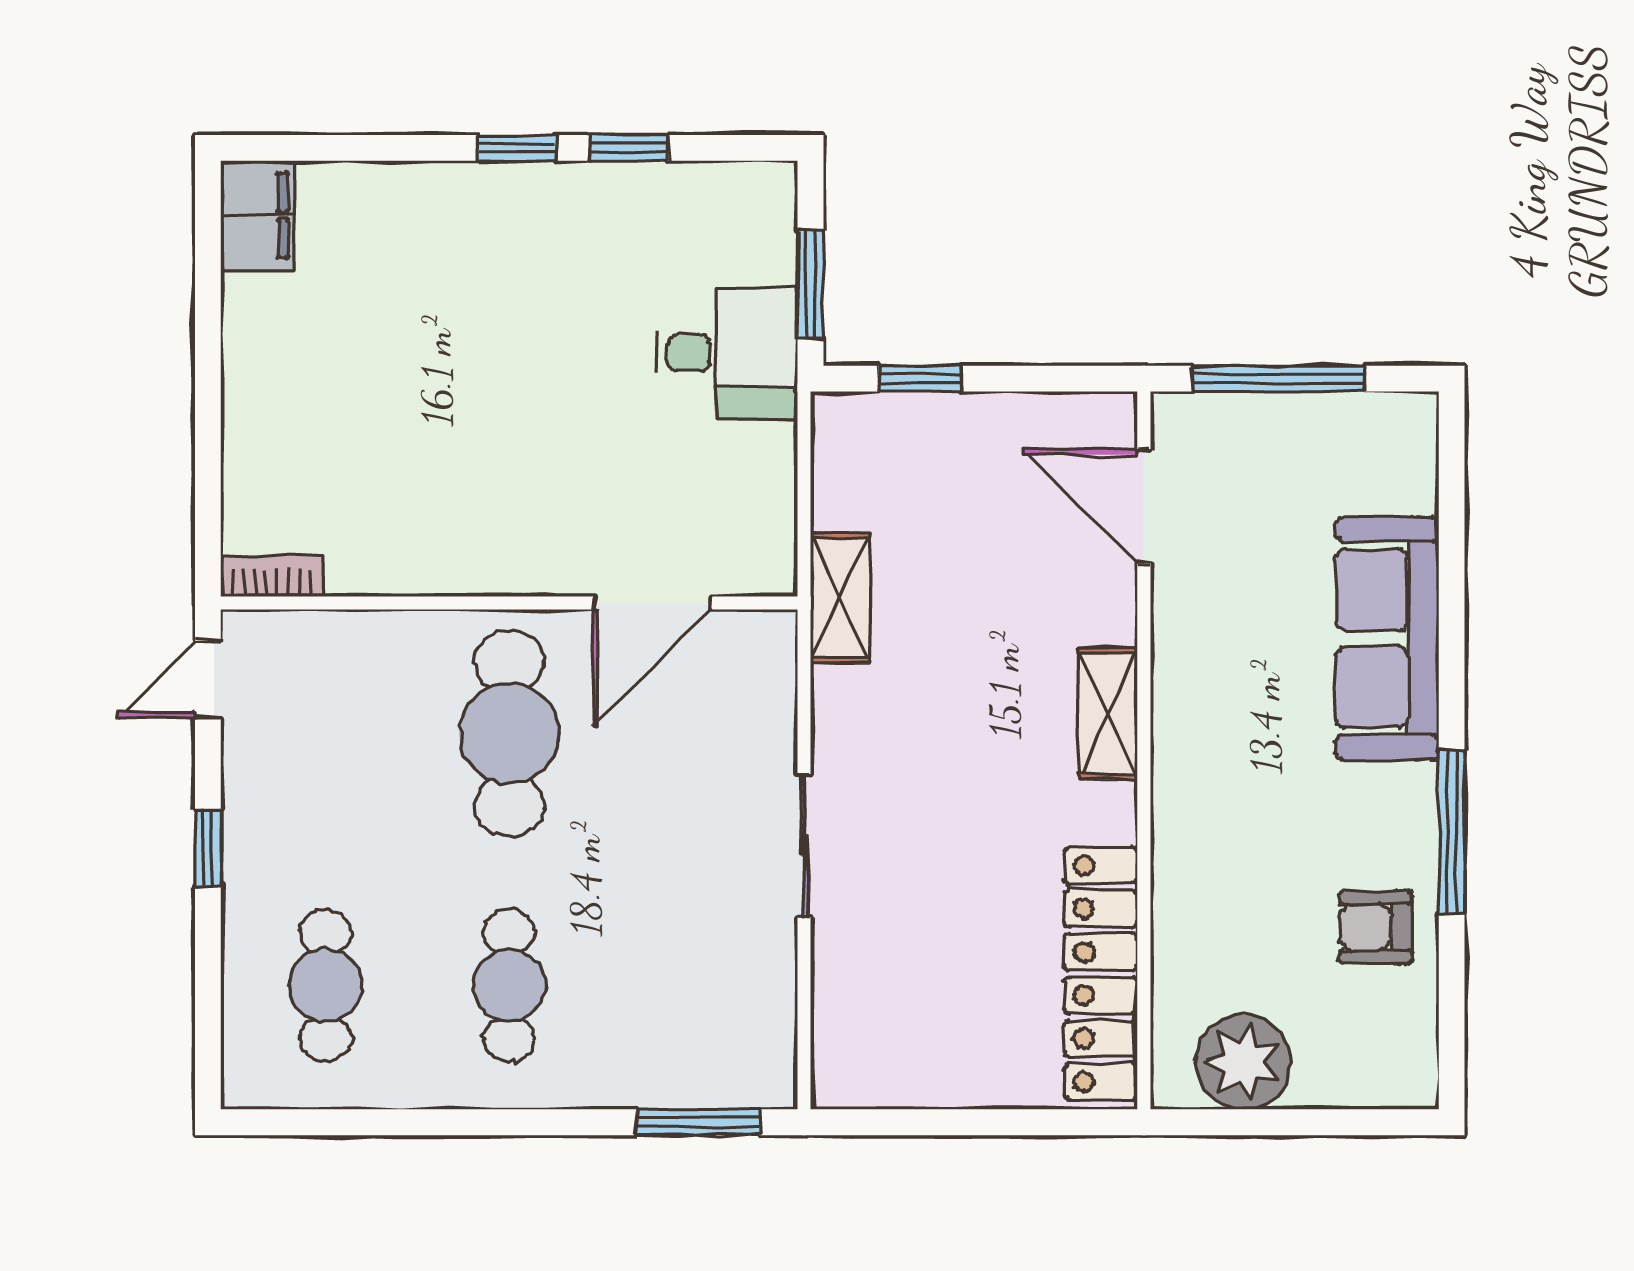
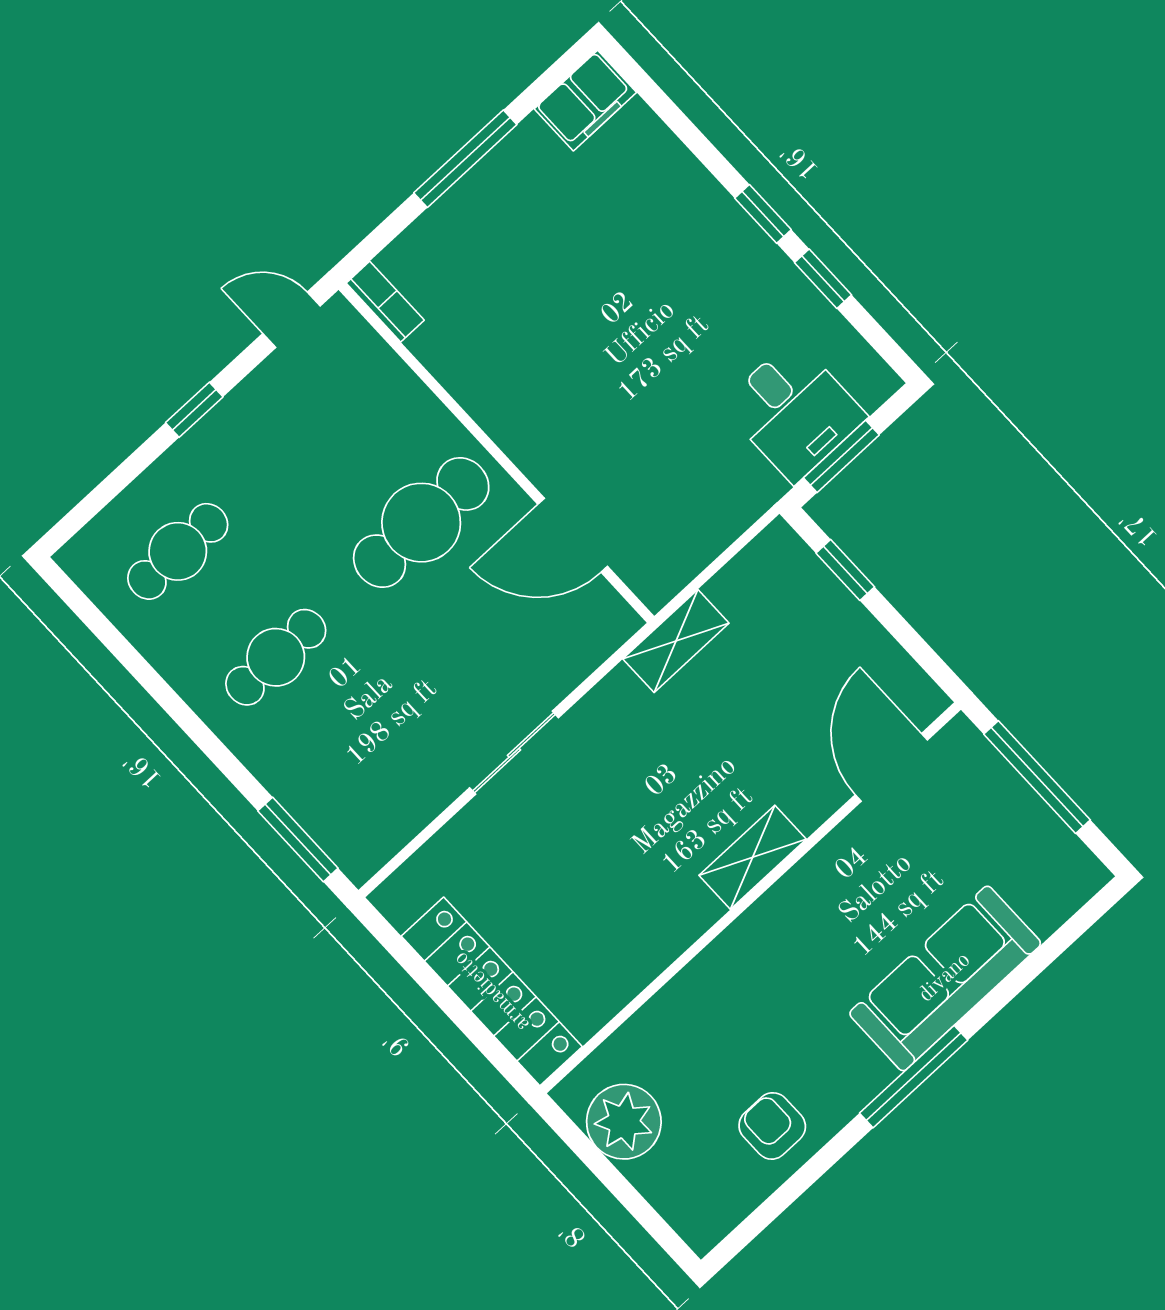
desk: (727, 353) -> (794, 411), moved
window: (208, 378) -> (465, 159), added
window: (1452, 832) -> (914, 1077), moved
locker: (1101, 974) -> (492, 991), moved, turned 90

